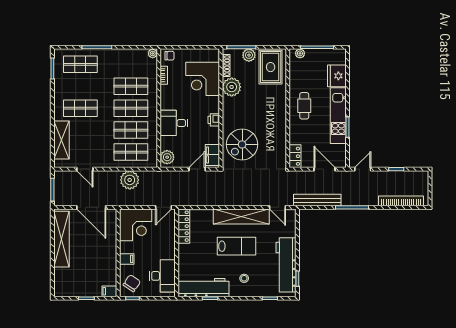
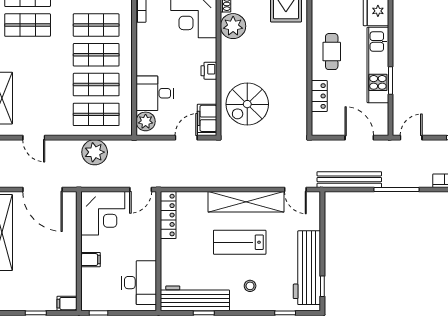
shop shelf: (80, 108) -> (28, 25), moved
desk: (174, 123) -> (155, 93), moved
locker: (295, 156) -> (319, 96), moved
lab bench: (236, 246) -> (240, 242), turned 180
chair: (132, 283) -> (97, 293), removed

